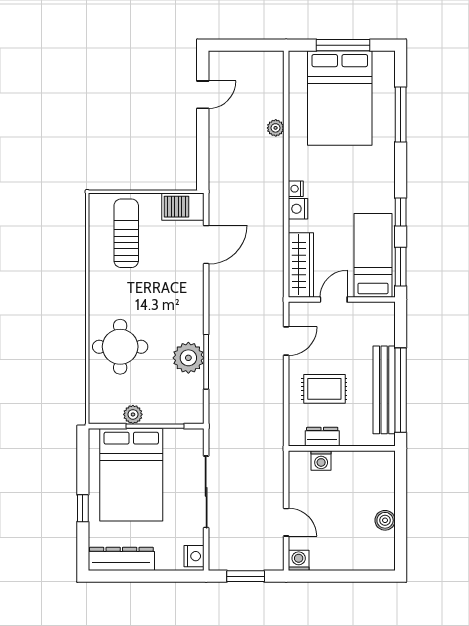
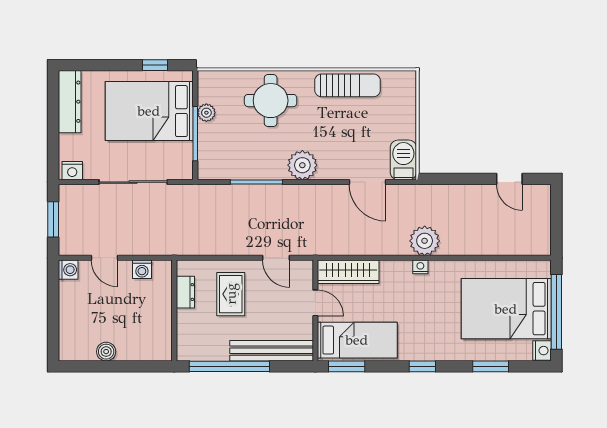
window: (343, 45) -> (556, 312), width x1.46
window: (401, 115) -> (491, 366), width x0.69
plant: (276, 128) -> (425, 241), moved, width x1.88, depth x1.88
nightstand: (298, 209) -> (542, 351), moved, turned 90
window: (401, 212) -> (422, 366), moved
sun lounger: (126, 233) -> (347, 85), moved
plant: (188, 358) -> (302, 165), moved
bench: (384, 390) -> (272, 351), moved
washing machine: (321, 460) -> (142, 269), moved, turned -90
window: (83, 508) -> (155, 65), moved
door: (286, 522) -> (104, 258), hinge flipped

